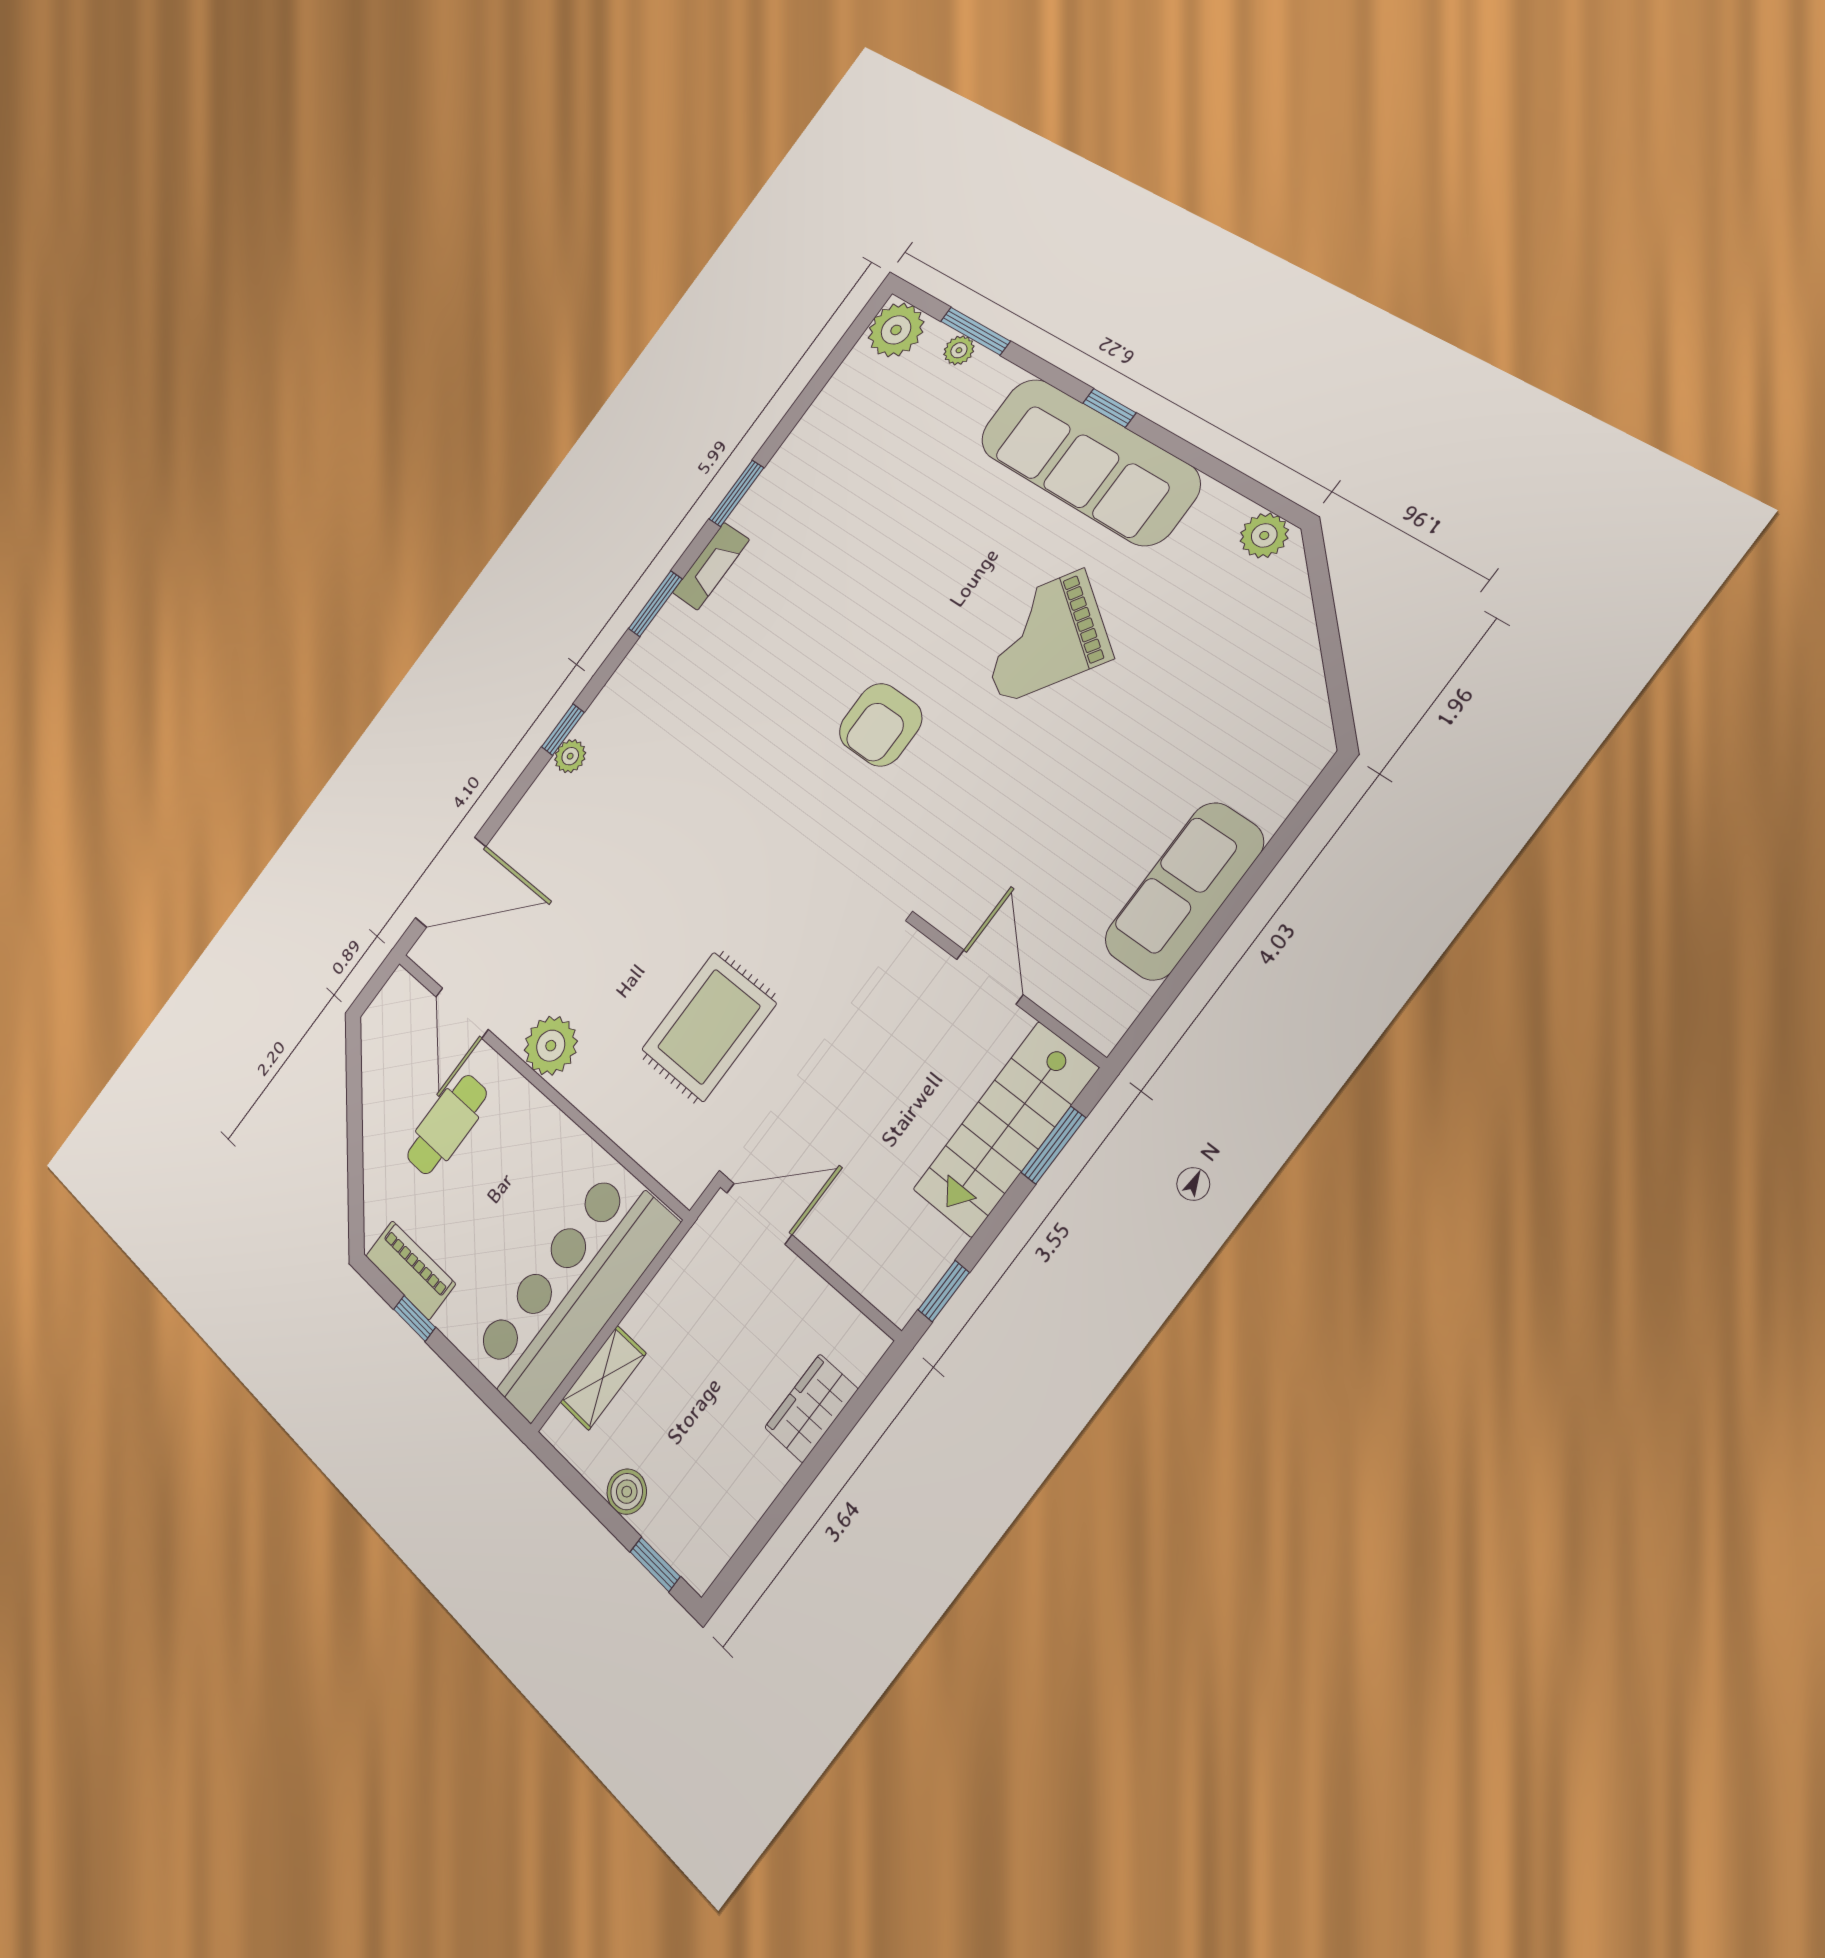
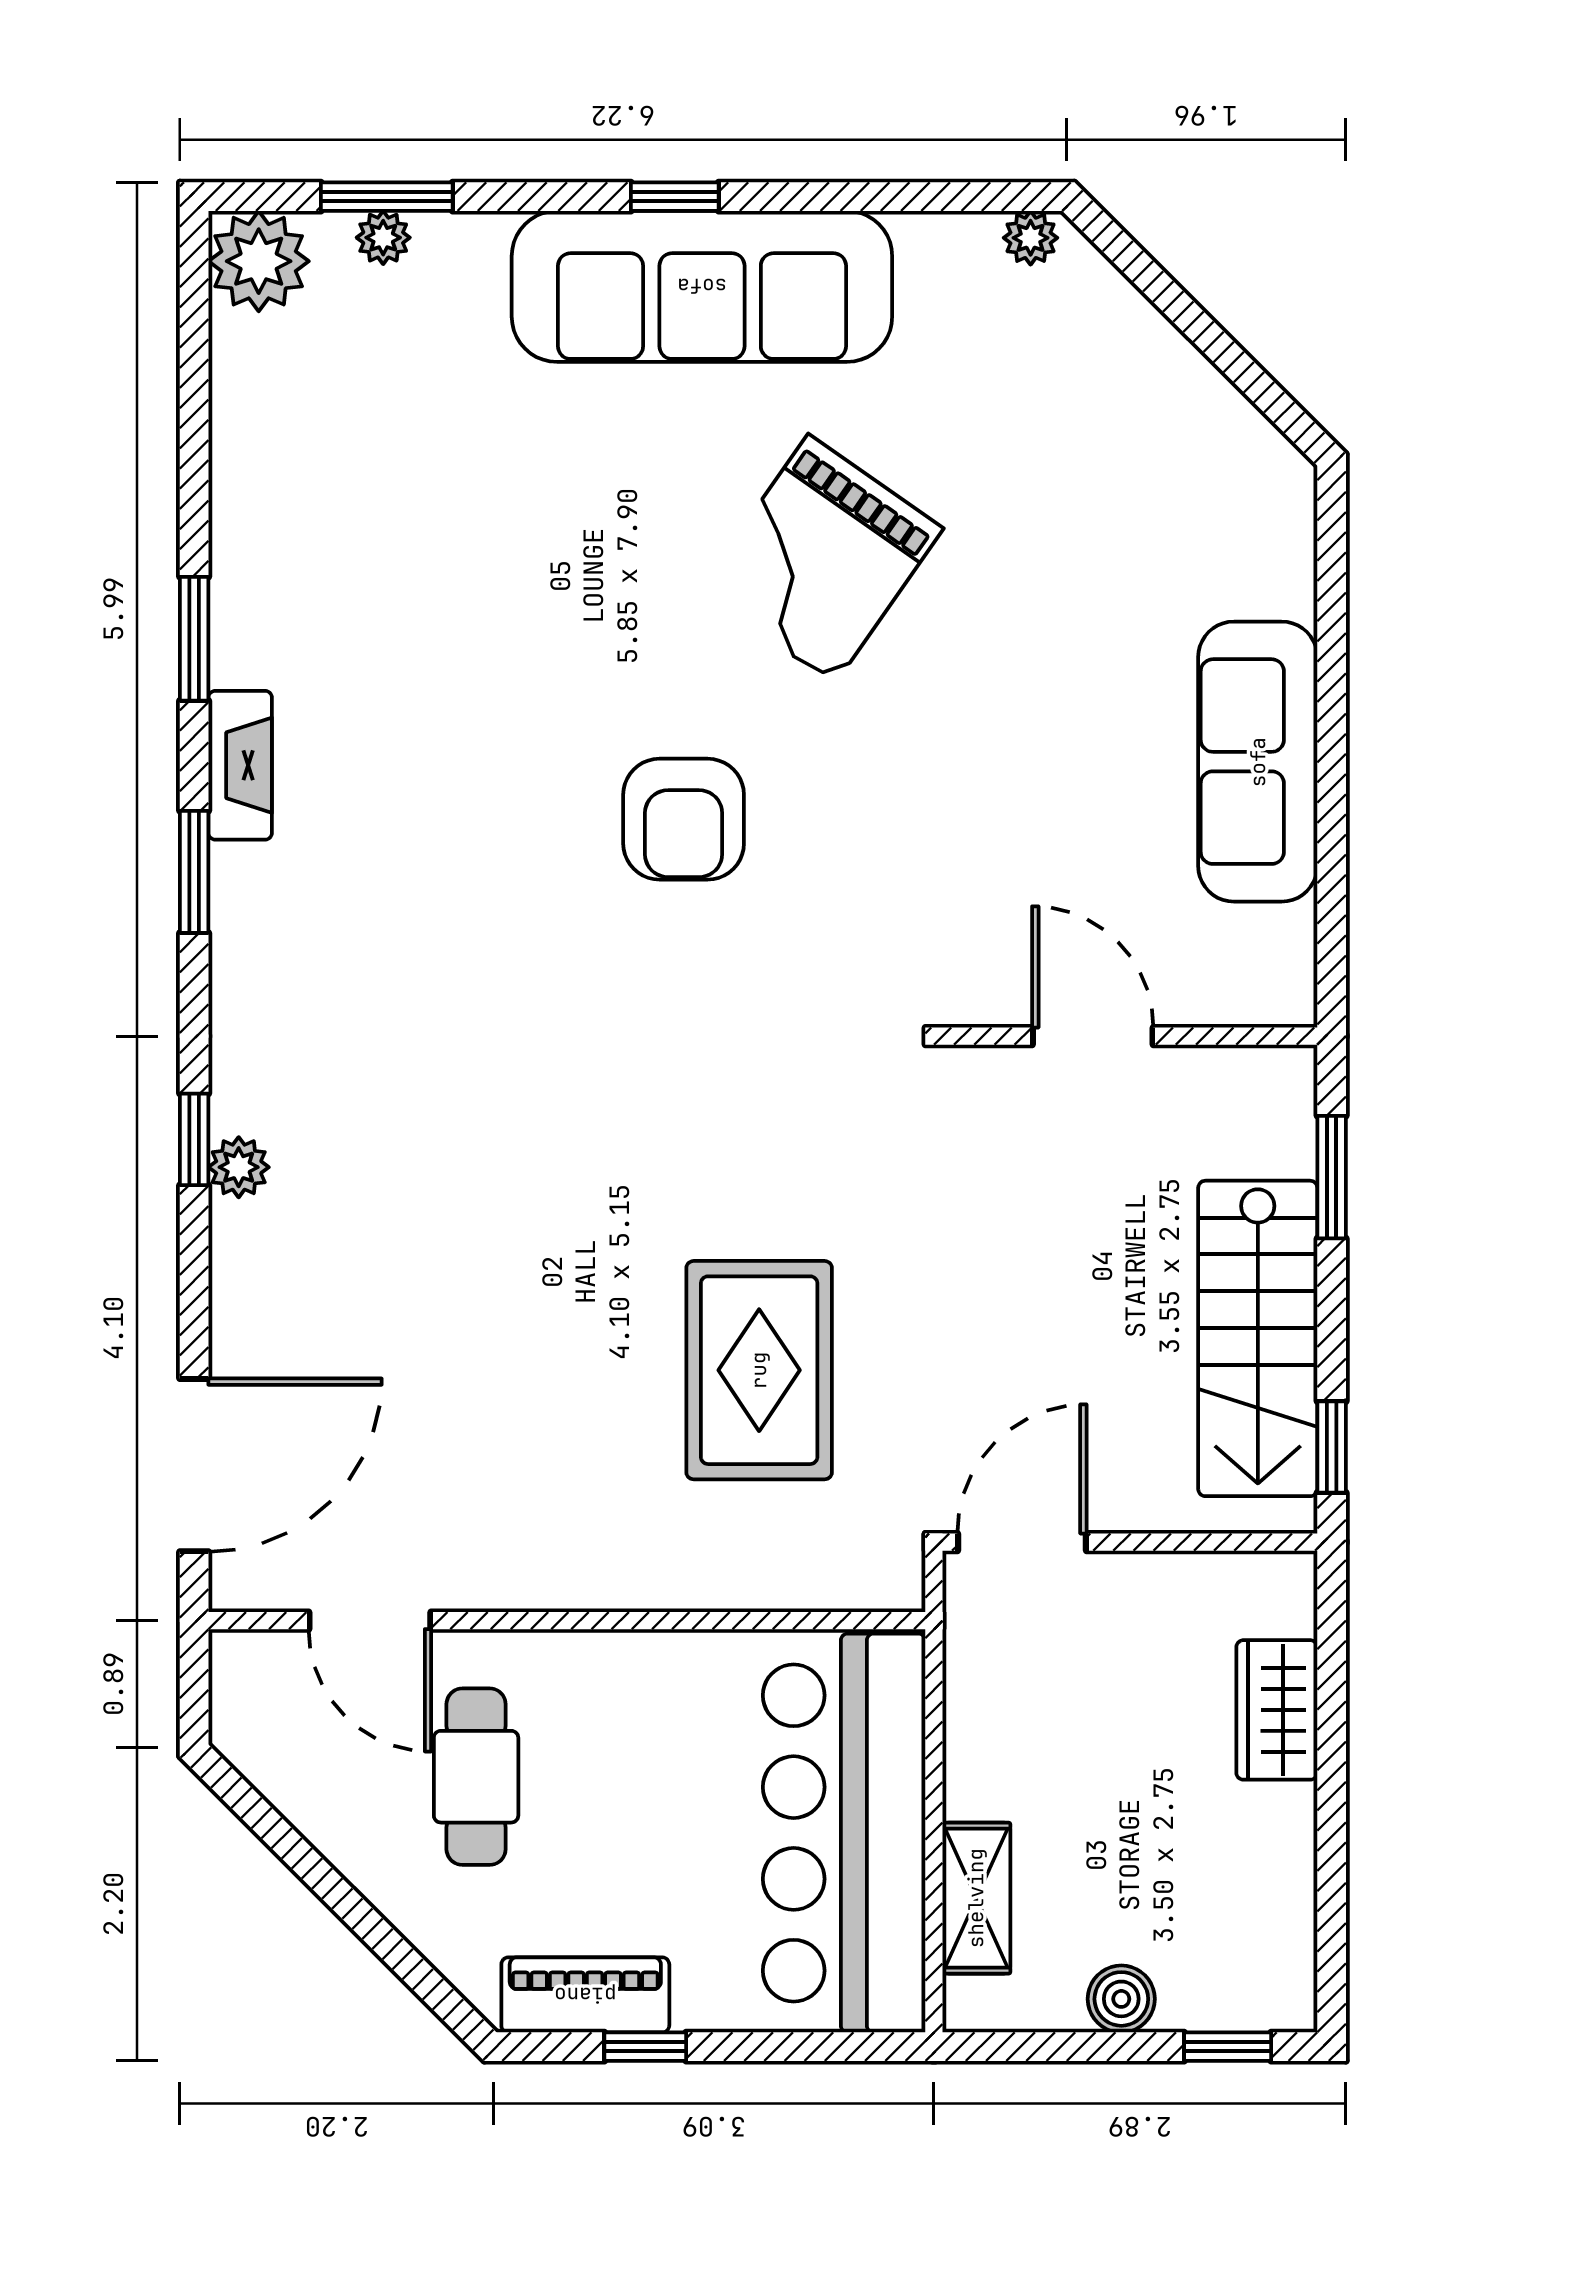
plant: (1264, 535) -> (1031, 238), width x0.73, depth x0.73
plant: (551, 1046) -> (546, 1562), removed
stairs: (1005, 1129) -> (1258, 1338), moved

